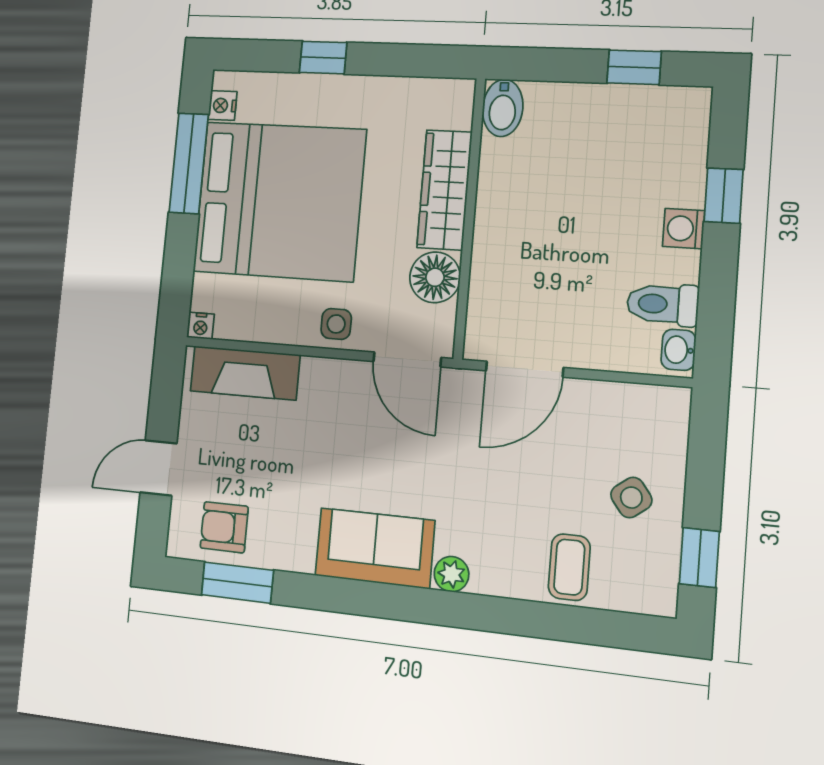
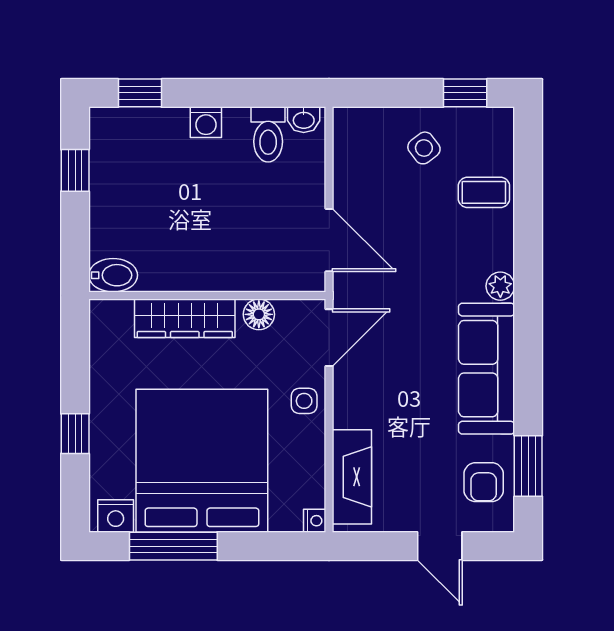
nightstand: (223, 106) -> (116, 516), width x1.39, depth x1.35
window: (724, 196) -> (140, 93), moved
floor lamp: (435, 277) -> (259, 314), width x0.73, depth x0.73
sofa: (375, 548) -> (487, 369), width x1.36

